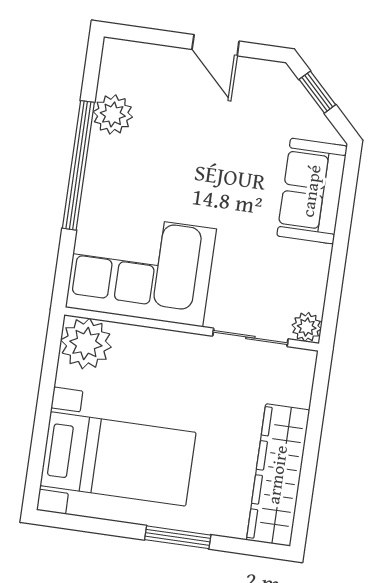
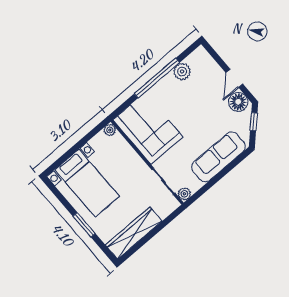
floor lamp: (259, 81) -> (238, 102), added
sofa: (312, 191) -> (218, 157), width x1.36
plant: (86, 343) -> (110, 130), width x0.53, depth x0.53

